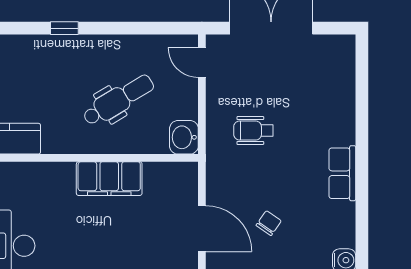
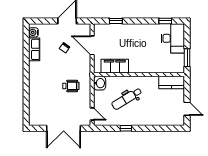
window: (64, 28) -> (126, 128), moved
row of seats: (342, 173) -> (34, 49), moved
filing cabinet: (109, 179) -> (115, 66), moved

